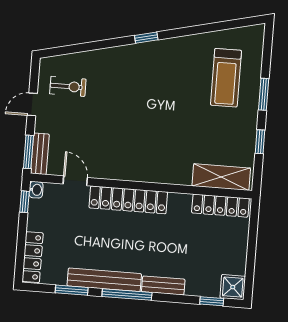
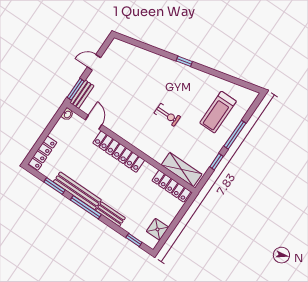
exercise bike: (68, 86) -> (167, 115), moved
window: (264, 94) -> (235, 135), width x1.44
window: (25, 202) -> (56, 117), removed
shower: (233, 287) -> (158, 229), moved

